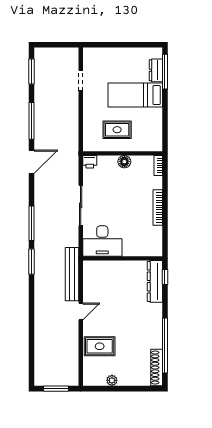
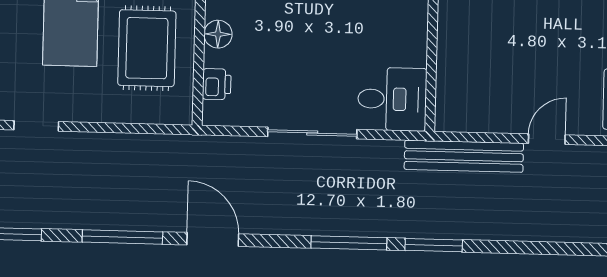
rug: (117, 130) -> (147, 48), width x1.36, depth x1.43
printer: (90, 162) -> (217, 84), moved
desk: (102, 241) -> (392, 99), width x0.73
door: (81, 311) -> (547, 139), hinge flipped

